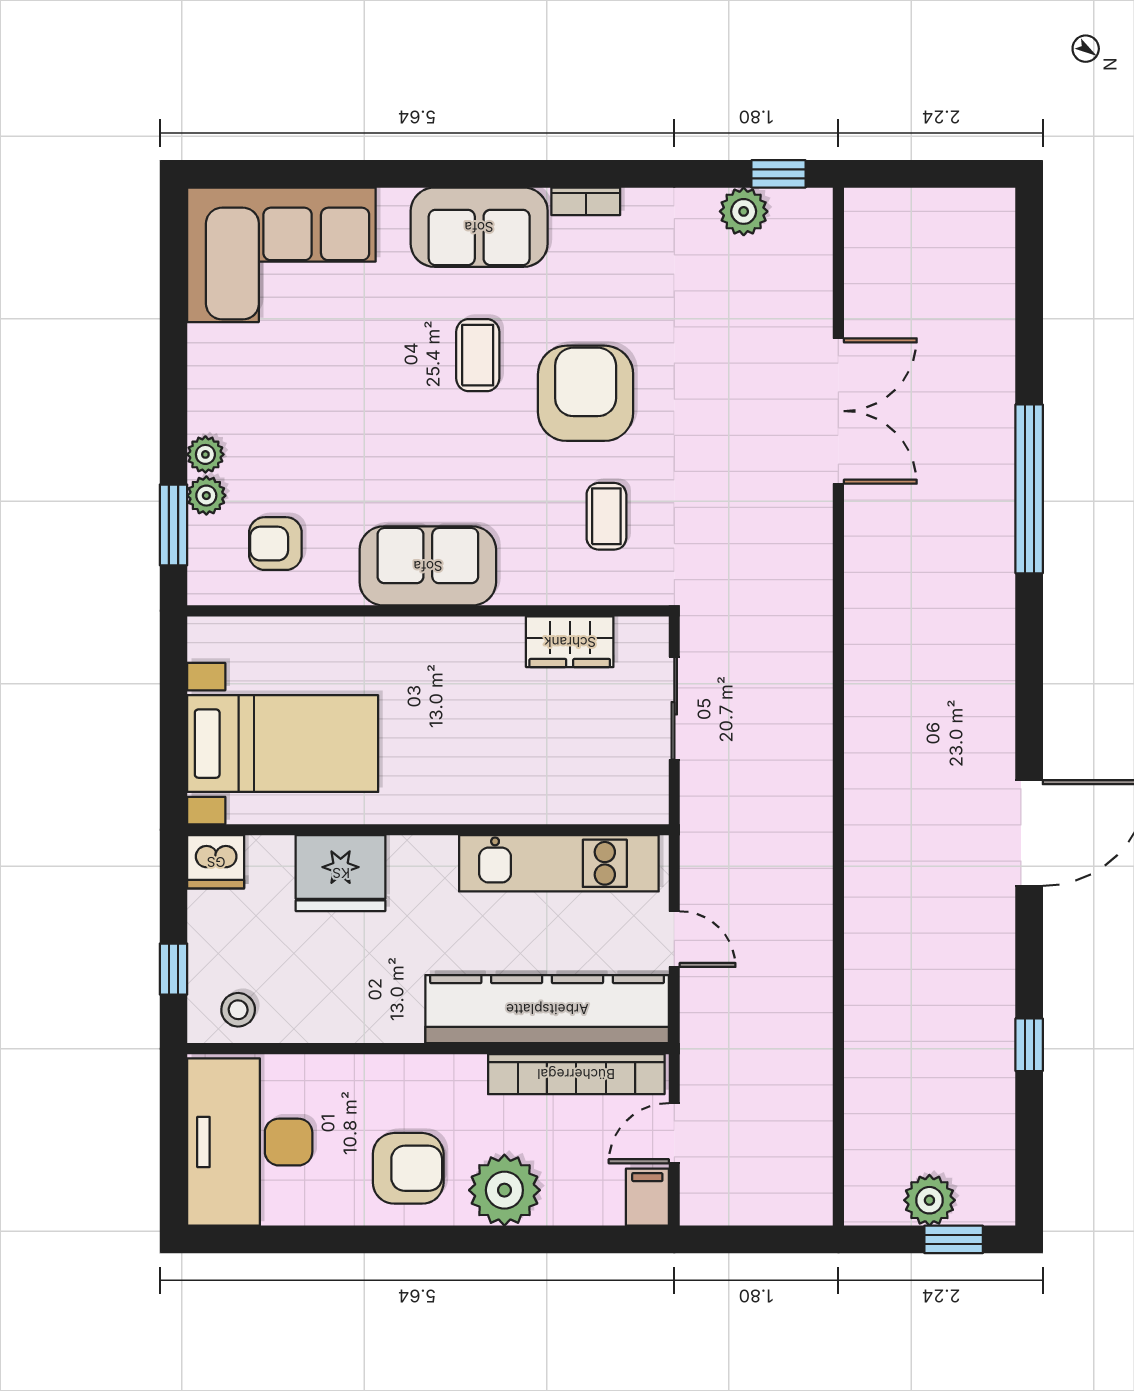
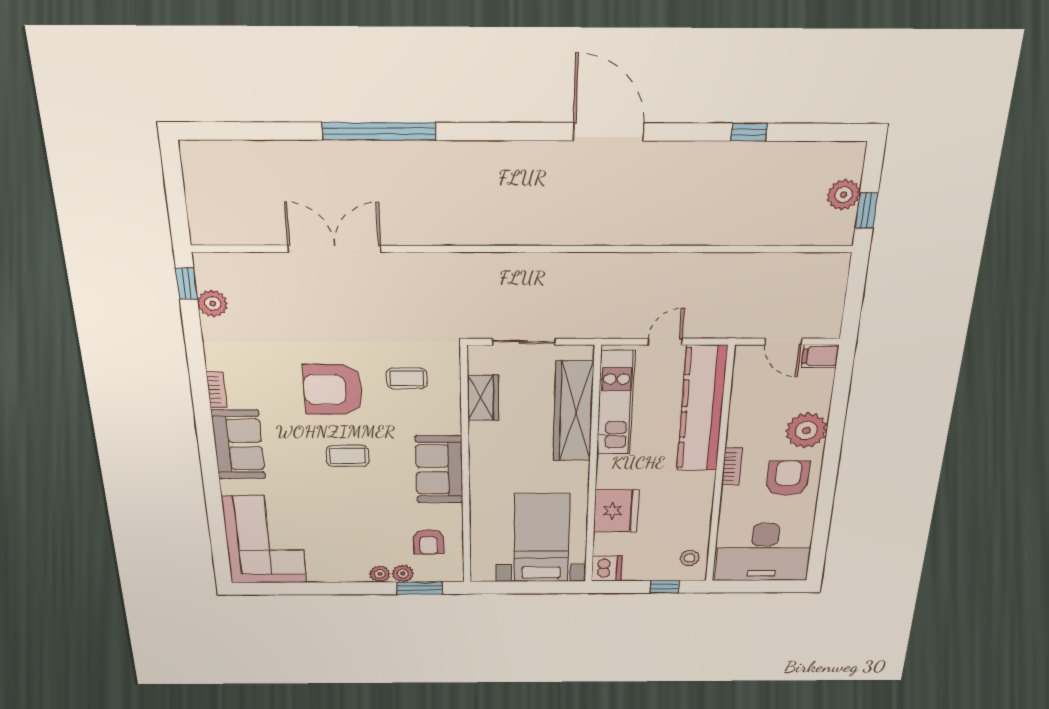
coffee table: (478, 355) -> (348, 456), moved
wardrobe: (543, 793) -> (573, 411), added
bookcase: (576, 1074) -> (732, 466), moved, width x0.43, depth x0.76
window: (954, 1239) -> (866, 211), moved

